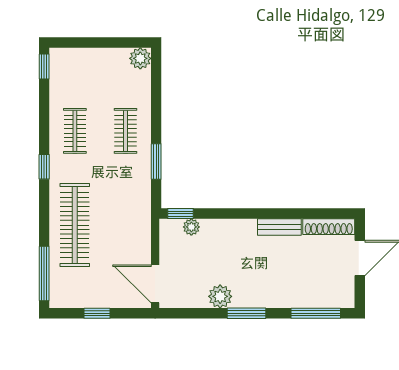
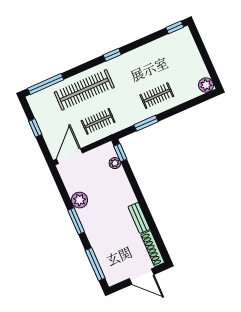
clothes rail: (75, 131) -> (98, 121), moved

